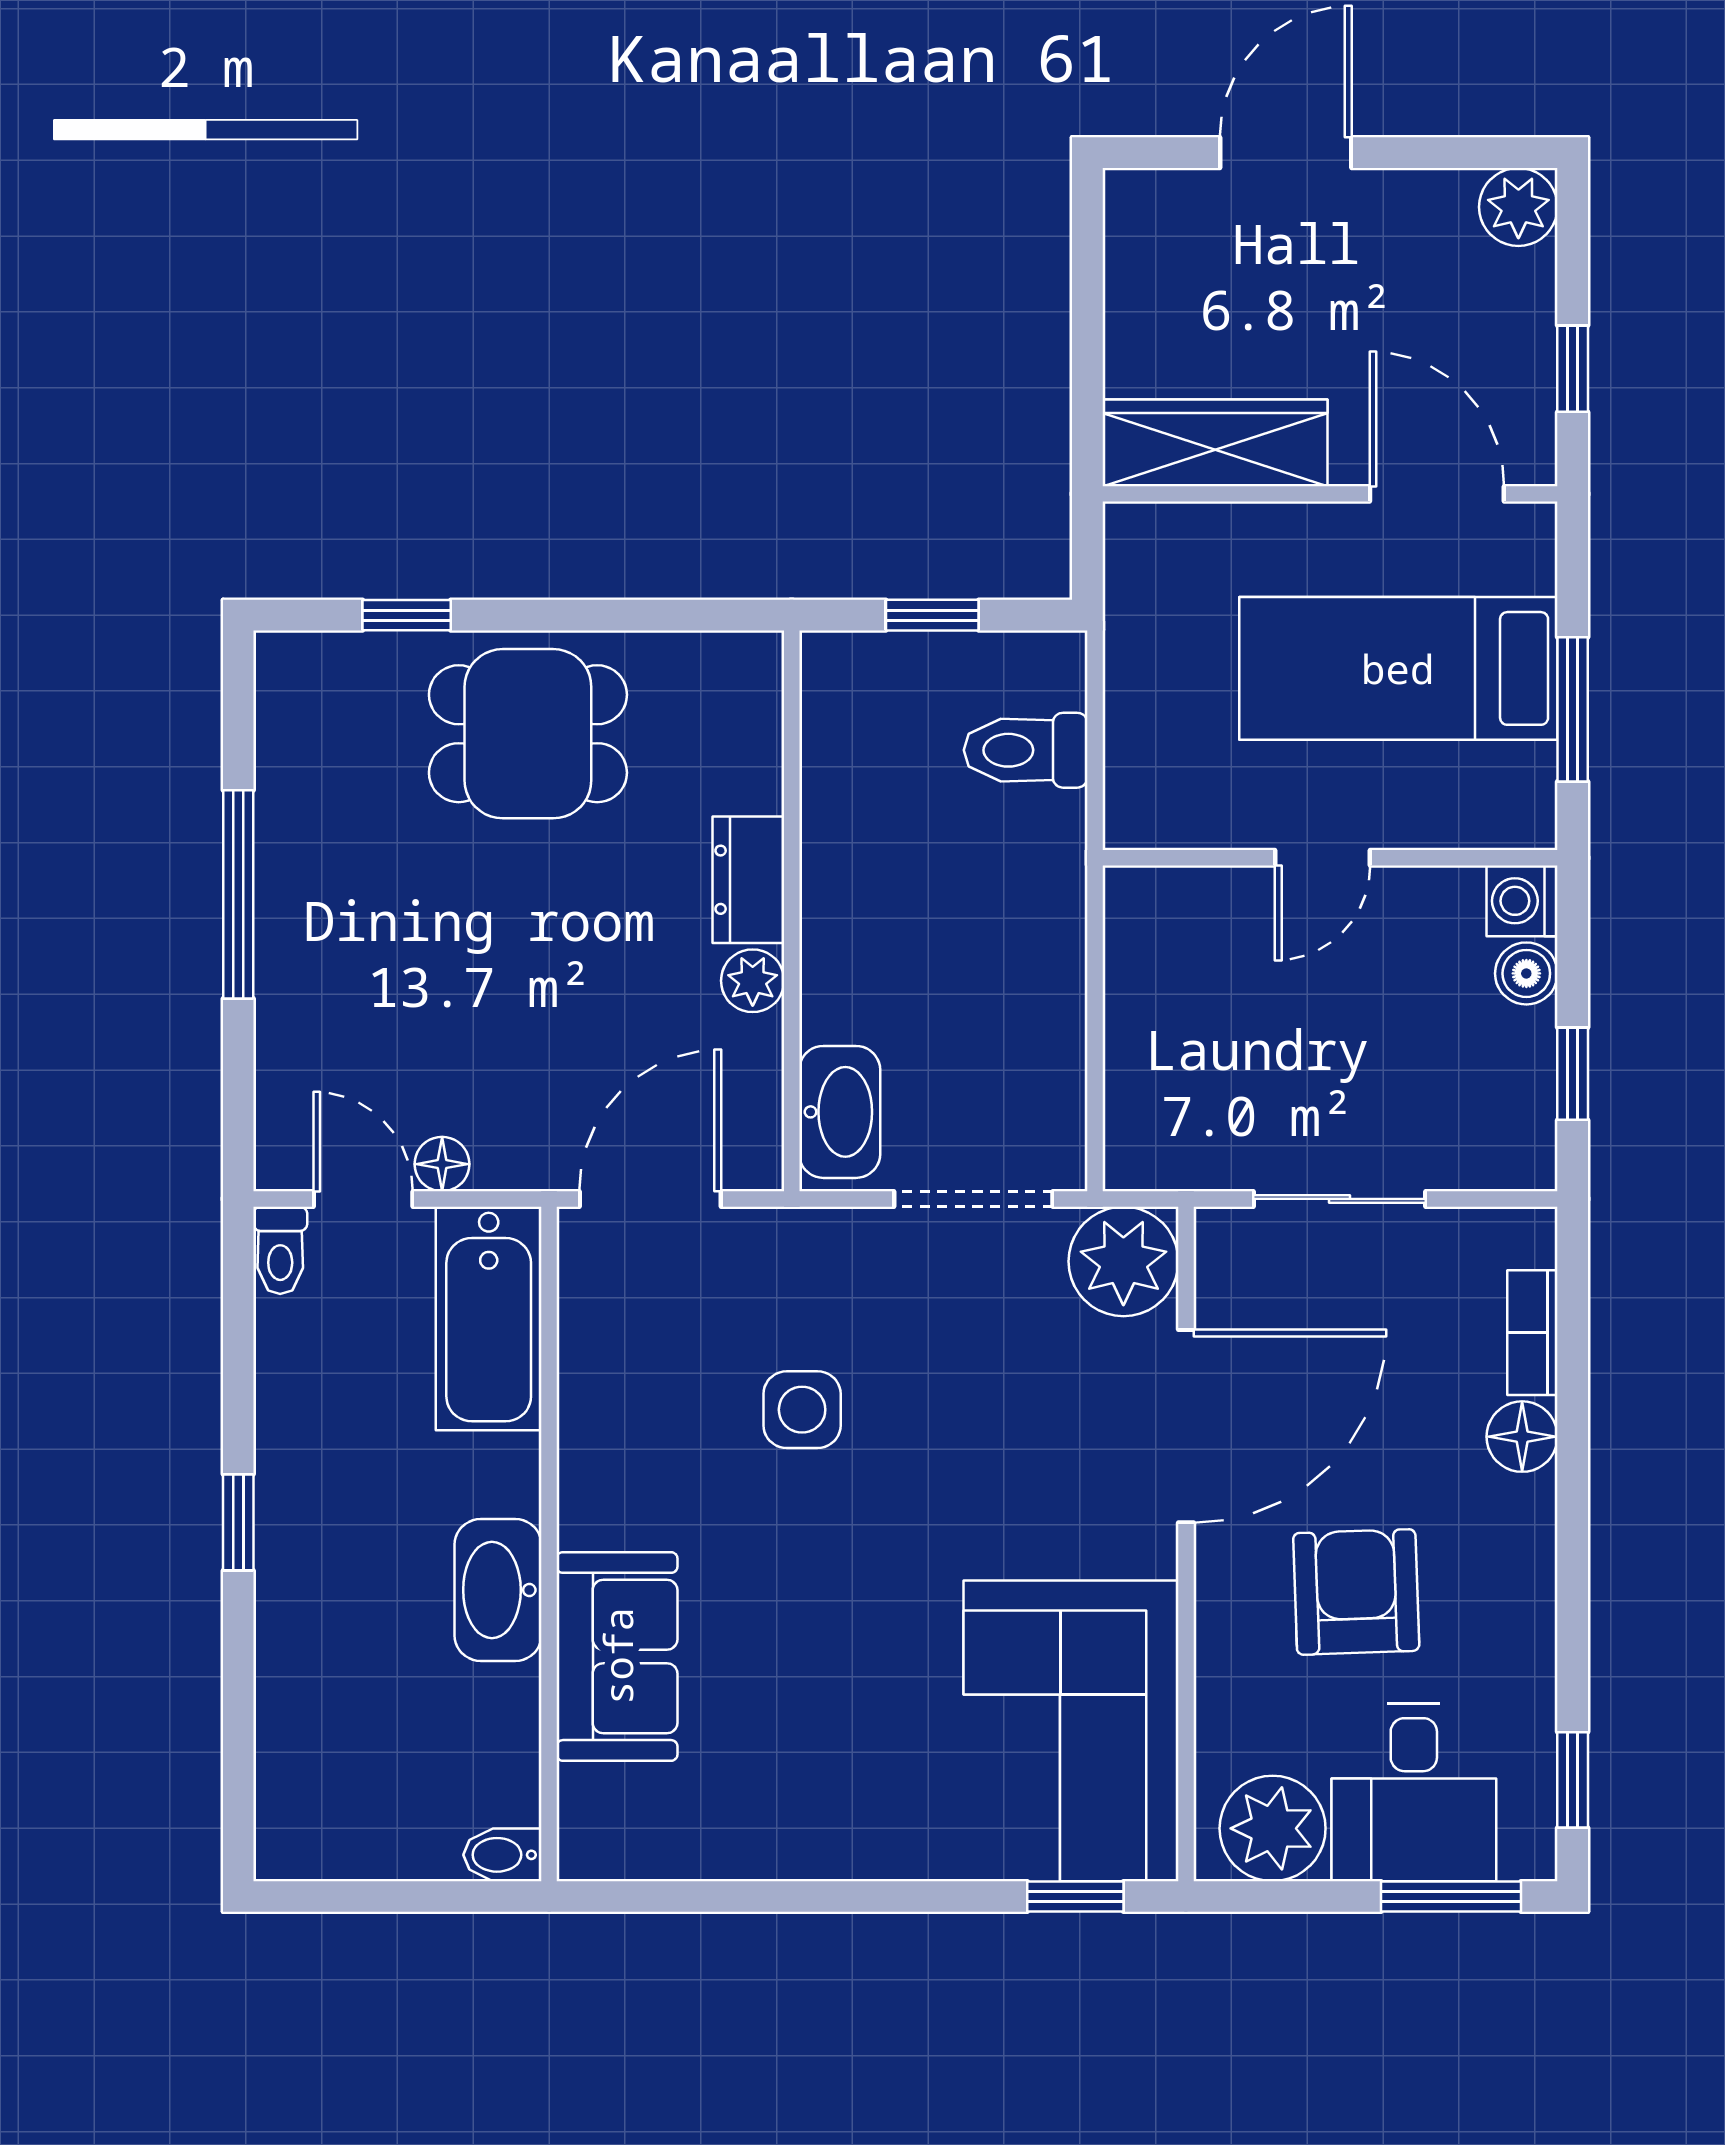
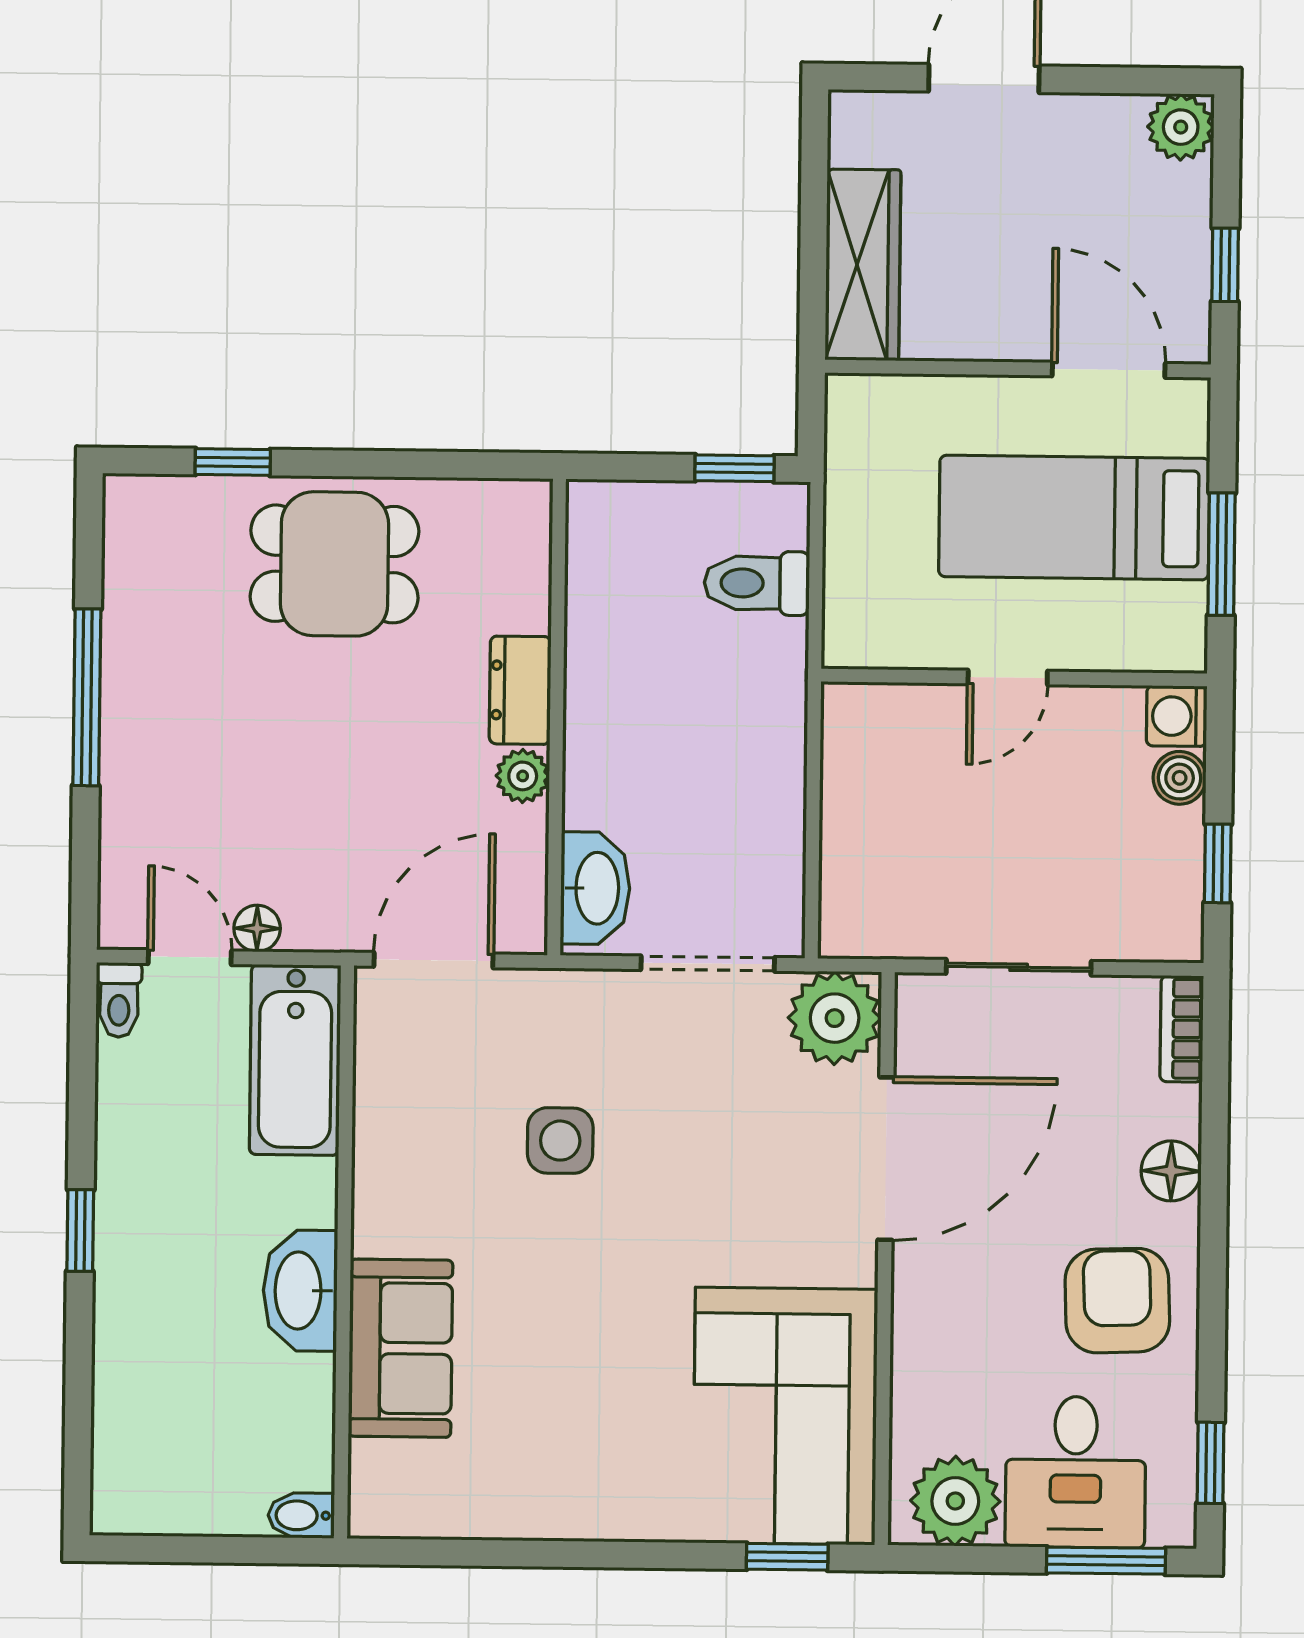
wardrobe: (1215, 443) -> (863, 265), moved, turned 90
window: (932, 615) -> (735, 468), moved
bookcase: (1532, 1333) -> (1182, 1029), moved
armchair: (1356, 1592) -> (1117, 1301), moved

